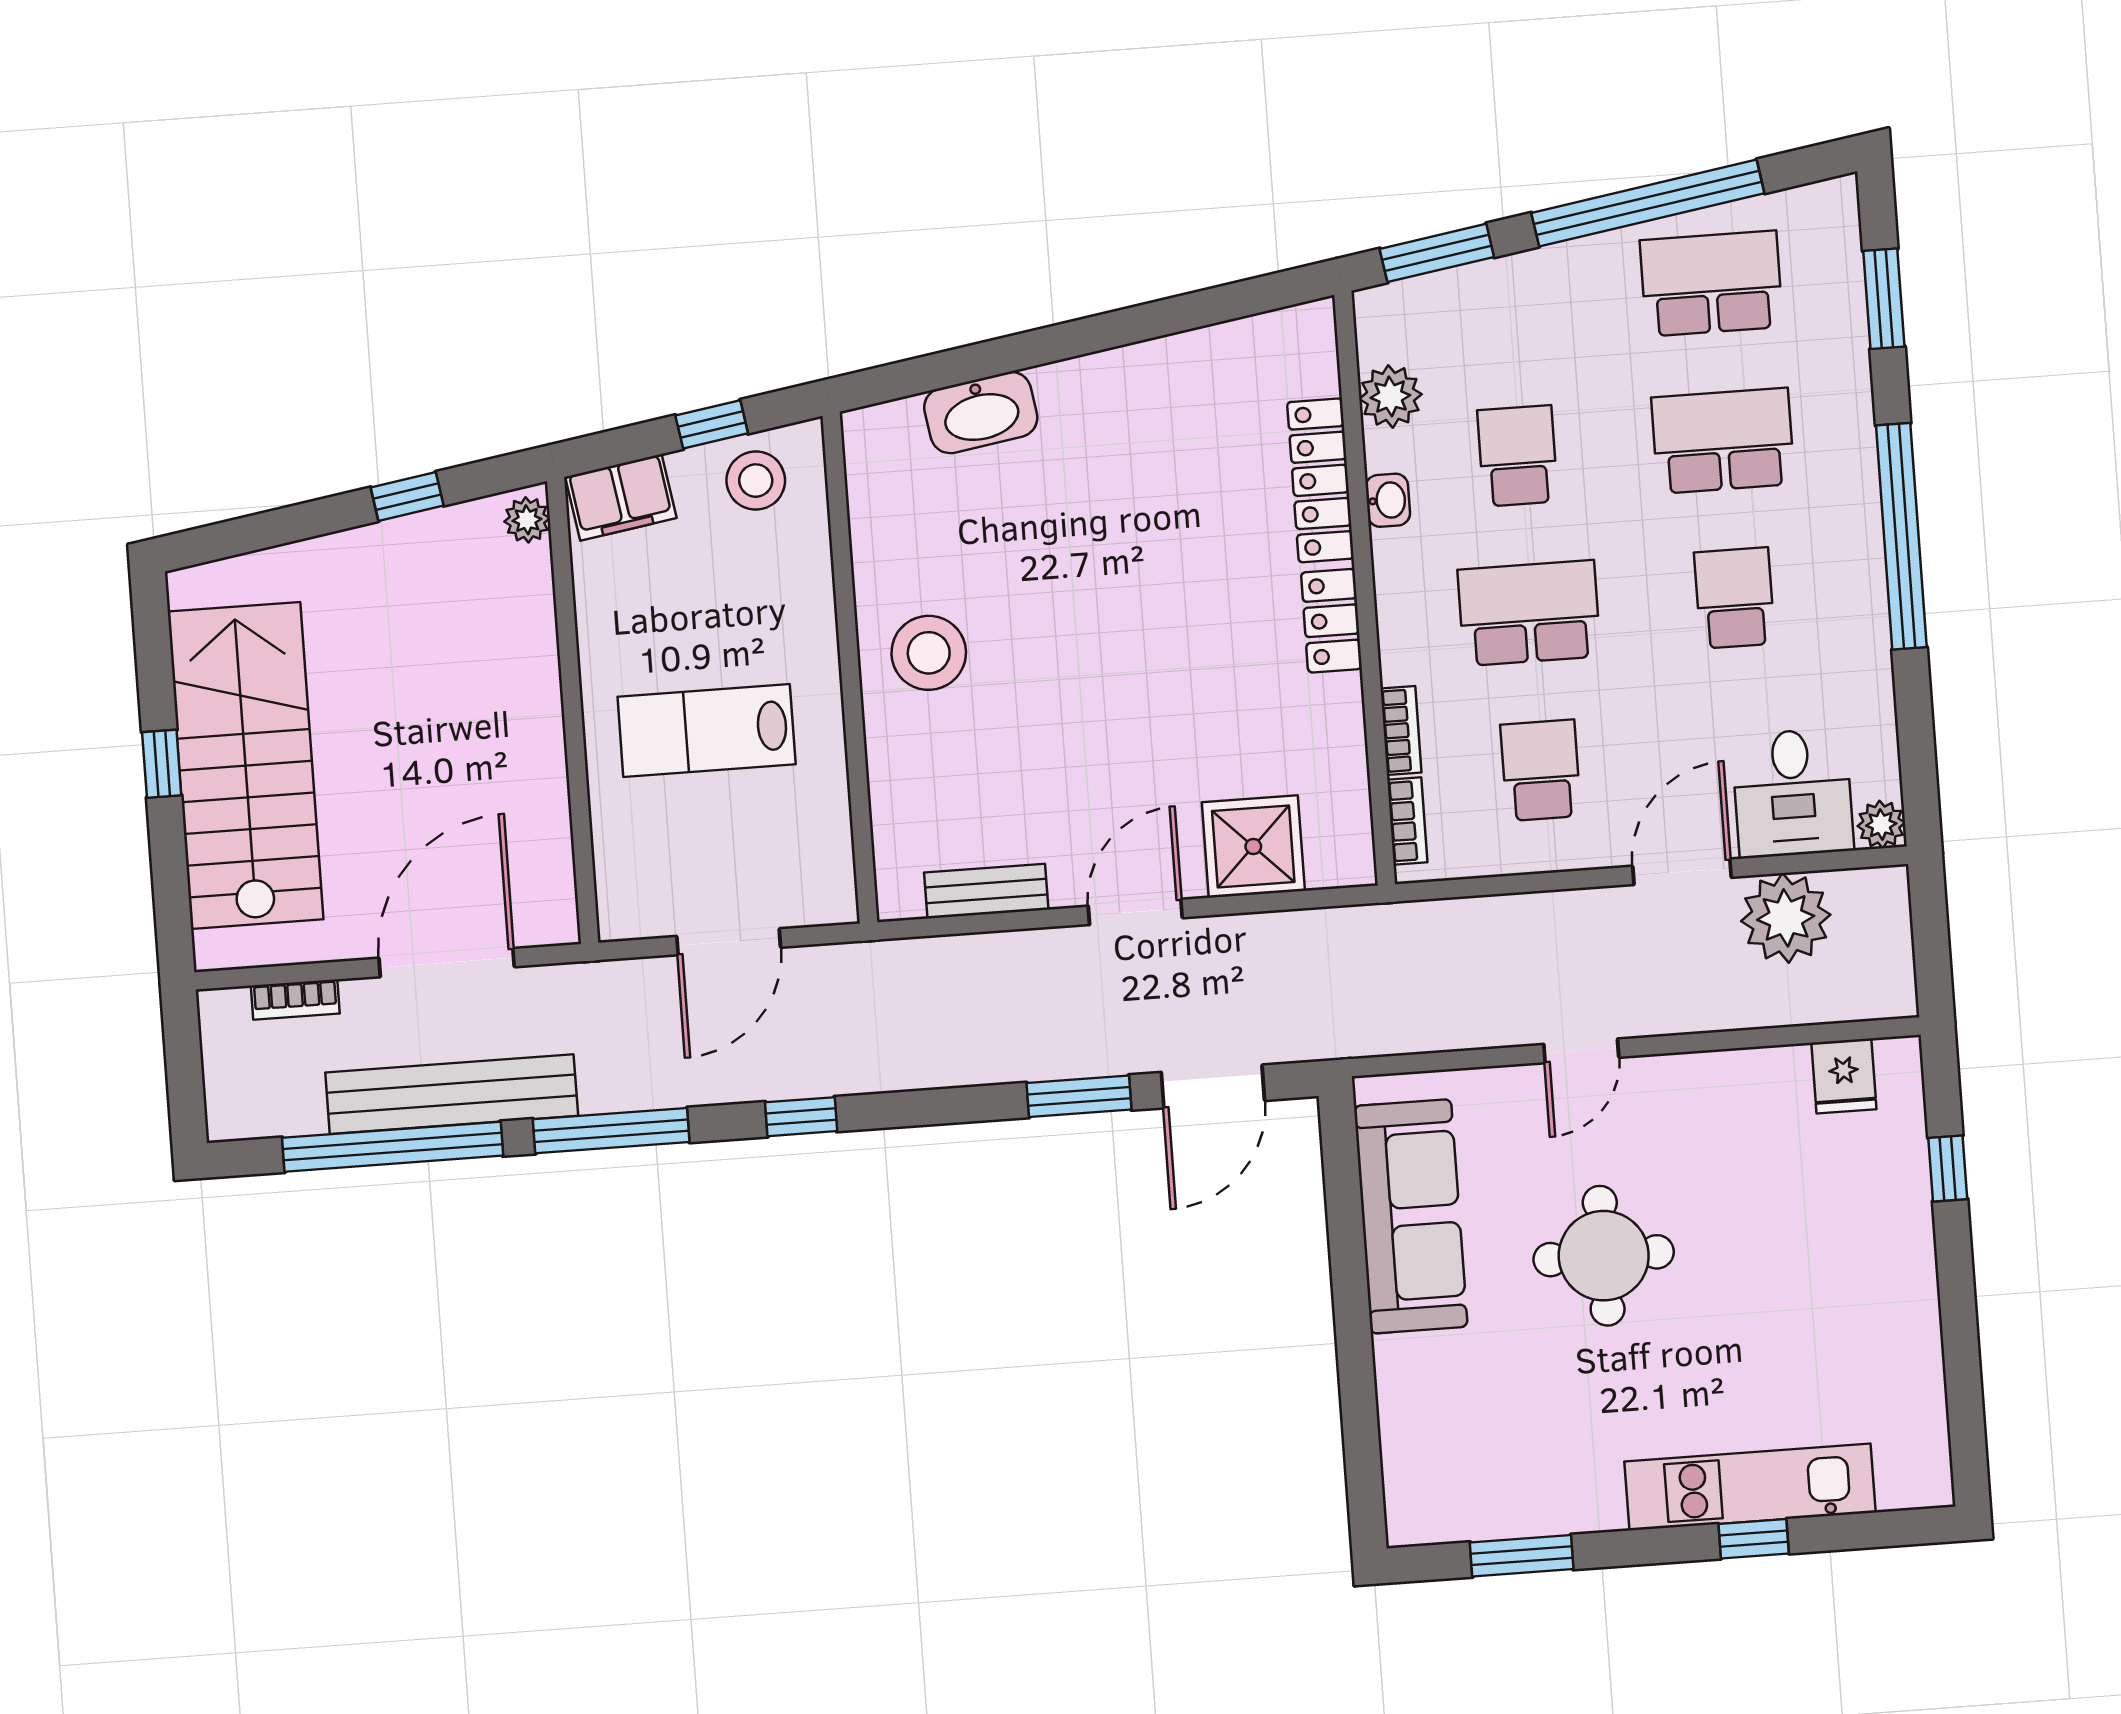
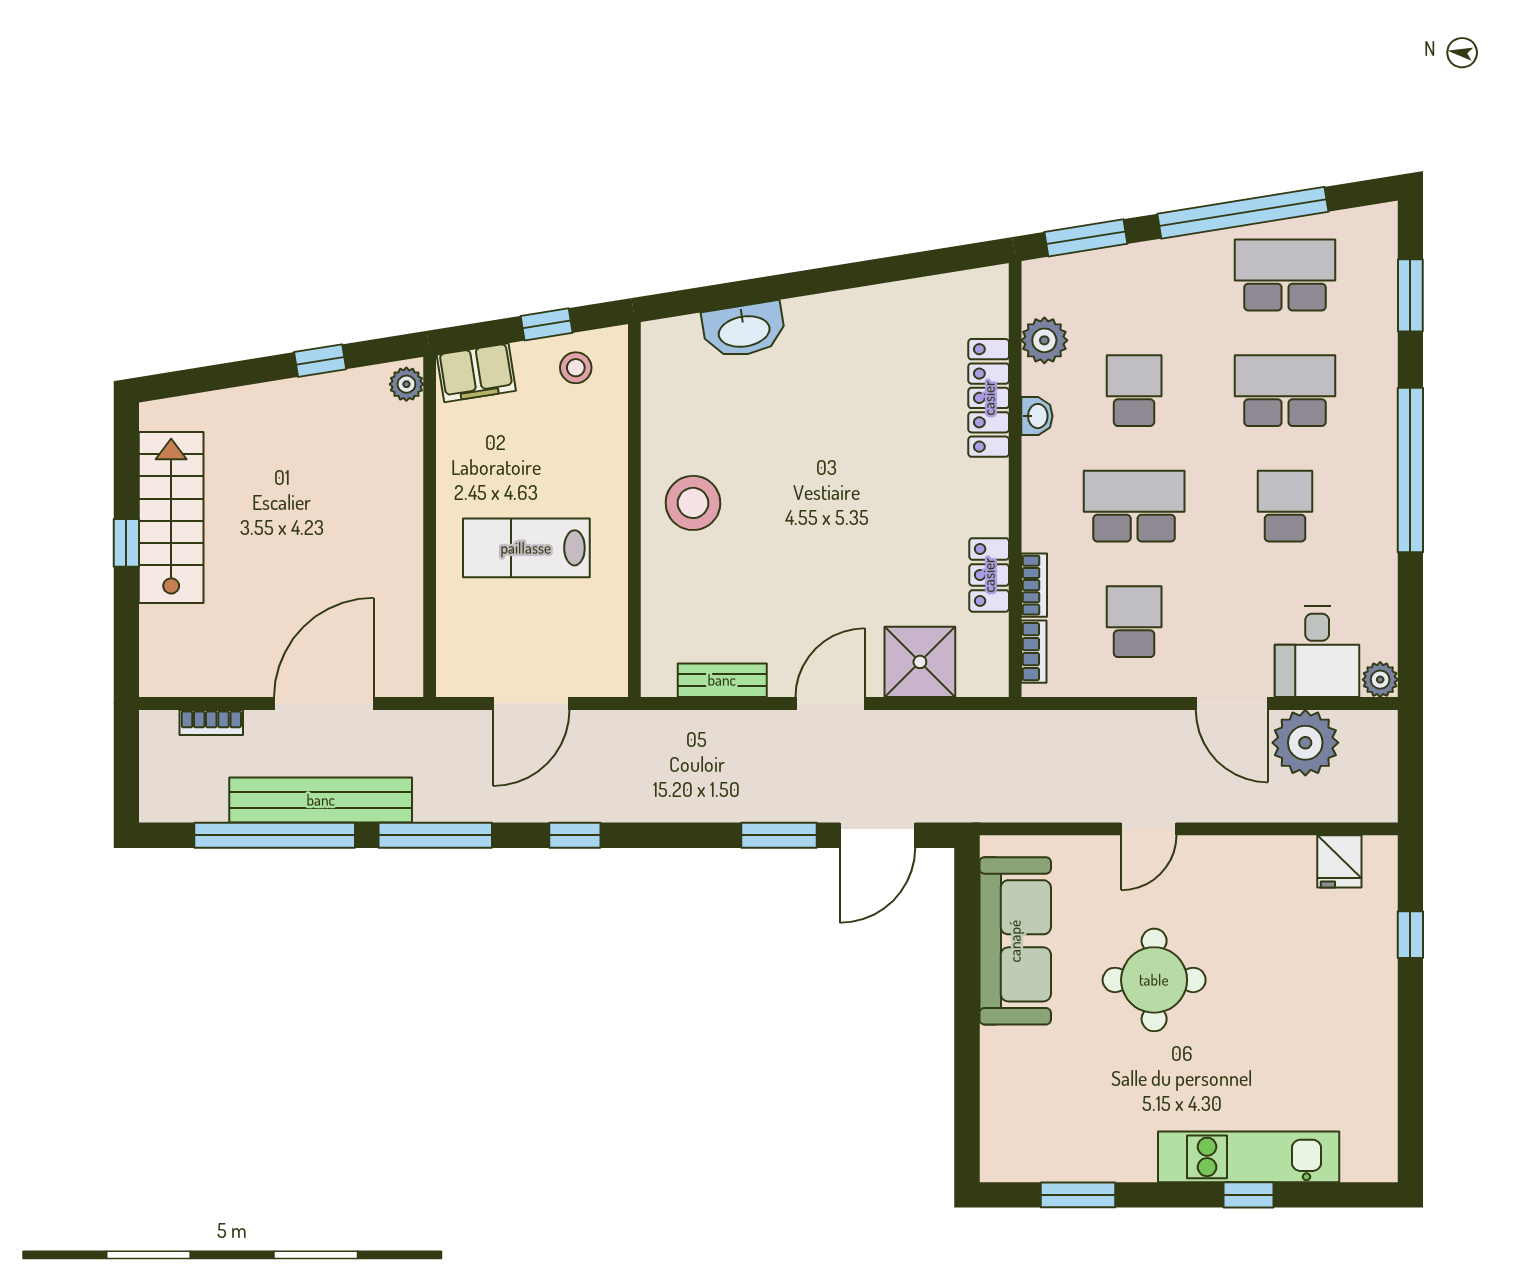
stool: (756, 481) -> (576, 368), width x0.73, depth x0.73
locker: (1331, 621) -> (989, 575), moved
stairs: (246, 765) -> (171, 517), width x0.73, depth x0.66
door: (1682, 872) -> (1232, 703), swing flipped

